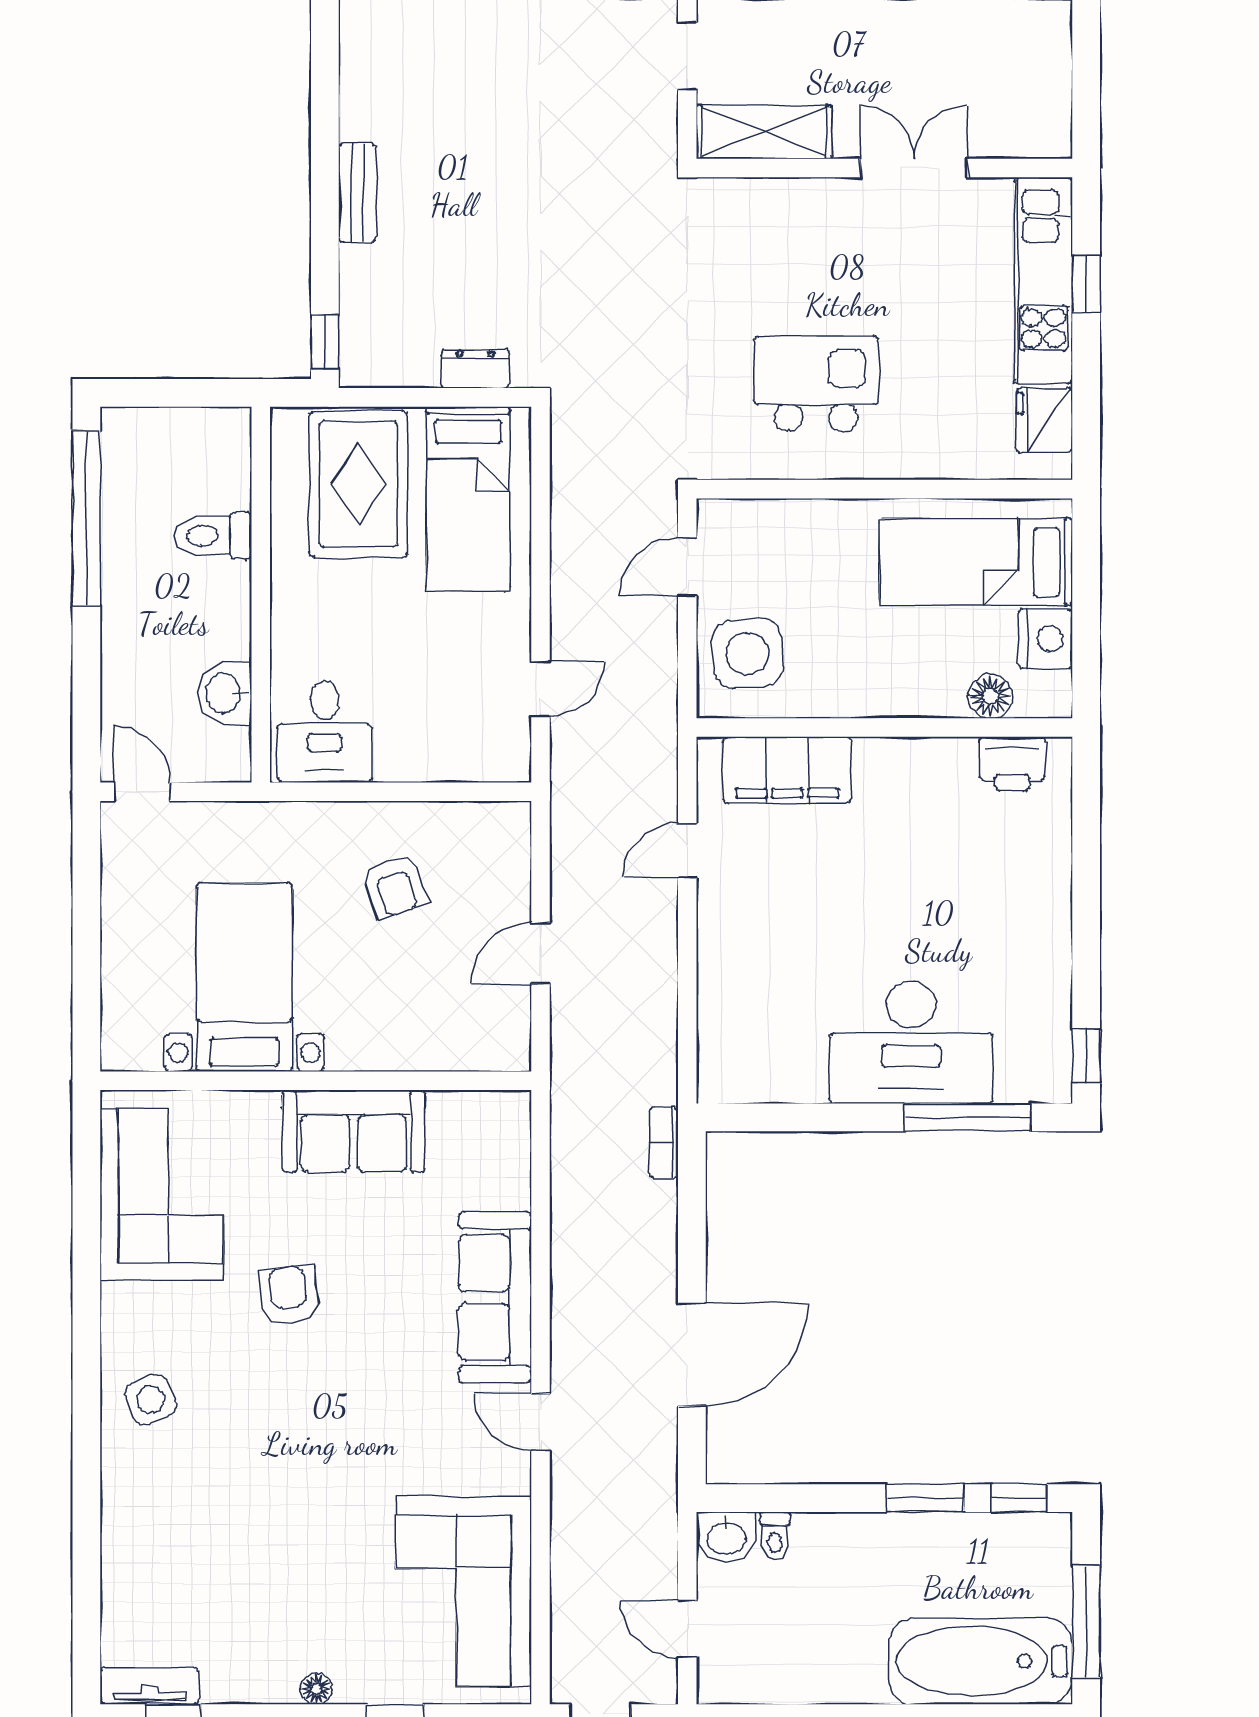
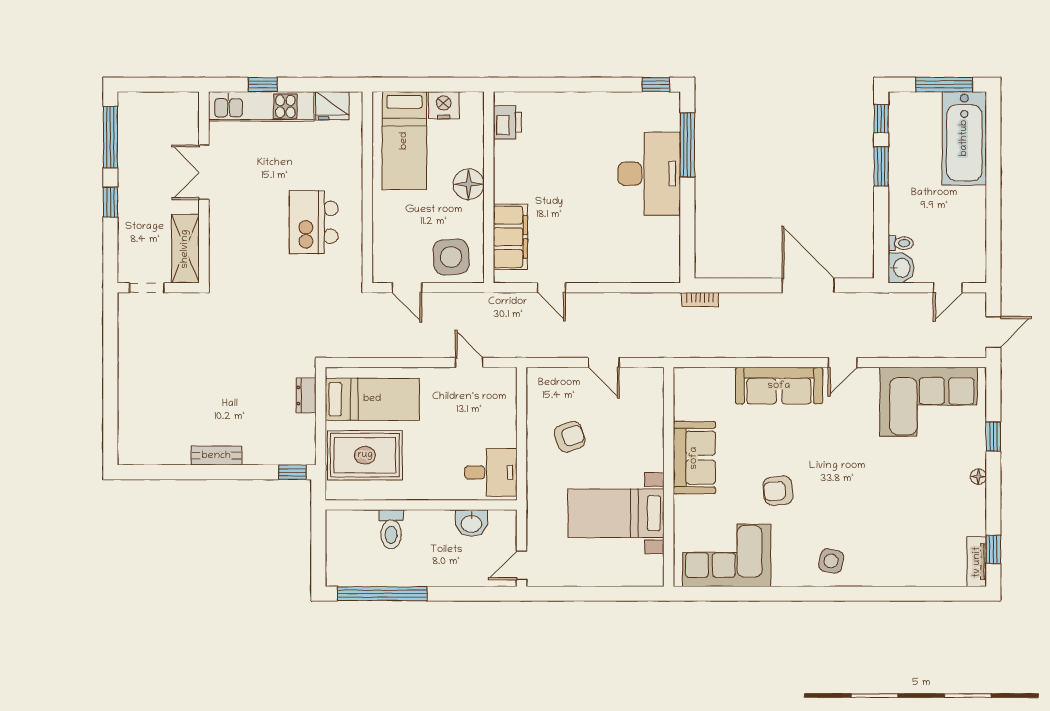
floor lamp: (990, 696) -> (469, 184), moved, width x1.38, depth x1.38
side table: (151, 1400) -> (831, 561), turned 34

